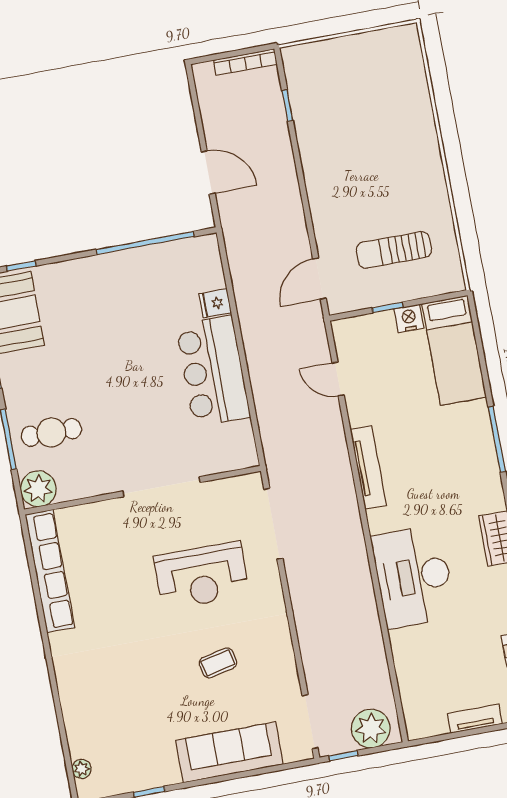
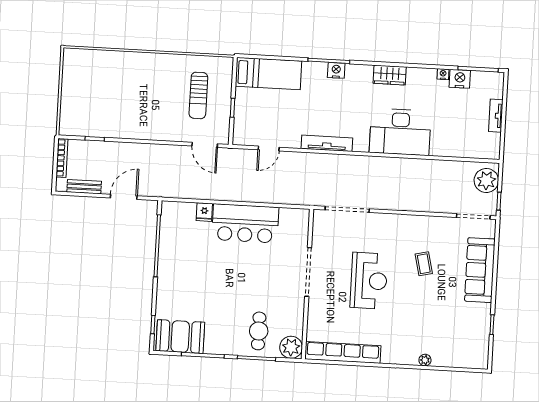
bench: (209, 107) -> (84, 187), added
nightstand: (409, 318) -> (336, 70), moved, turned 90
reception desk: (202, 576) -> (369, 281), moved
plant: (82, 769) -> (425, 360), moved

